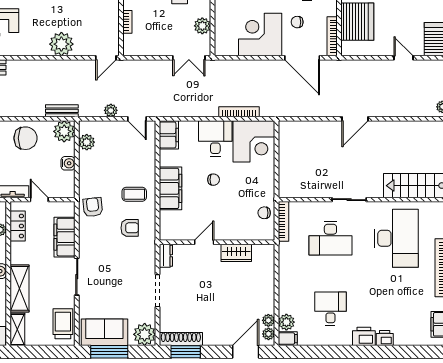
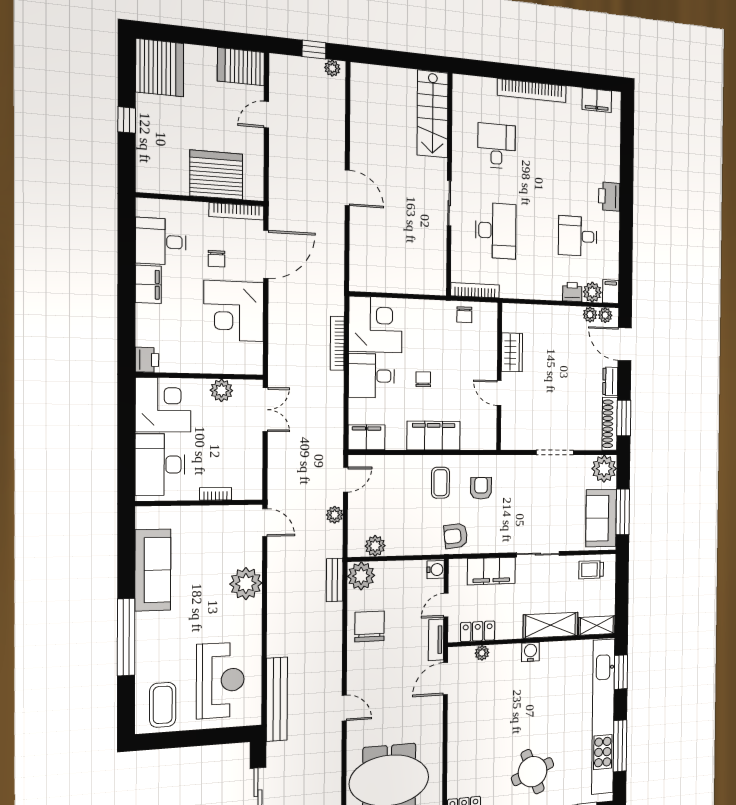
water cooler: (68, 163) -> (436, 570), moved, turned 90
desk: (396, 238) -> (497, 146), width x0.53, depth x0.77
dresser: (166, 256) -> (610, 381), moved, turned -90
trolley: (63, 324) -> (591, 570), width x0.73, depth x0.72
printer: (385, 338) -> (572, 292), moved, turned 90

